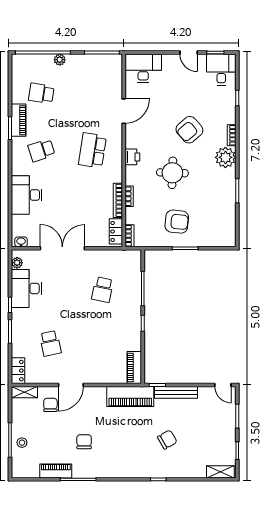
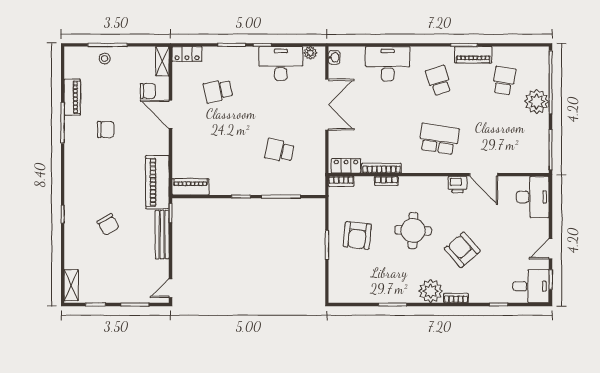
plant: (60, 60) -> (537, 102), width x1.88, depth x1.88
printer: (132, 157) -> (458, 185), moved

